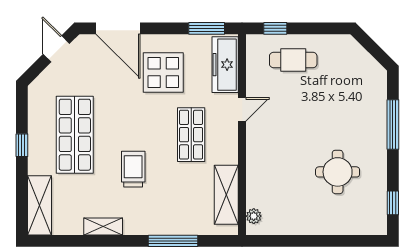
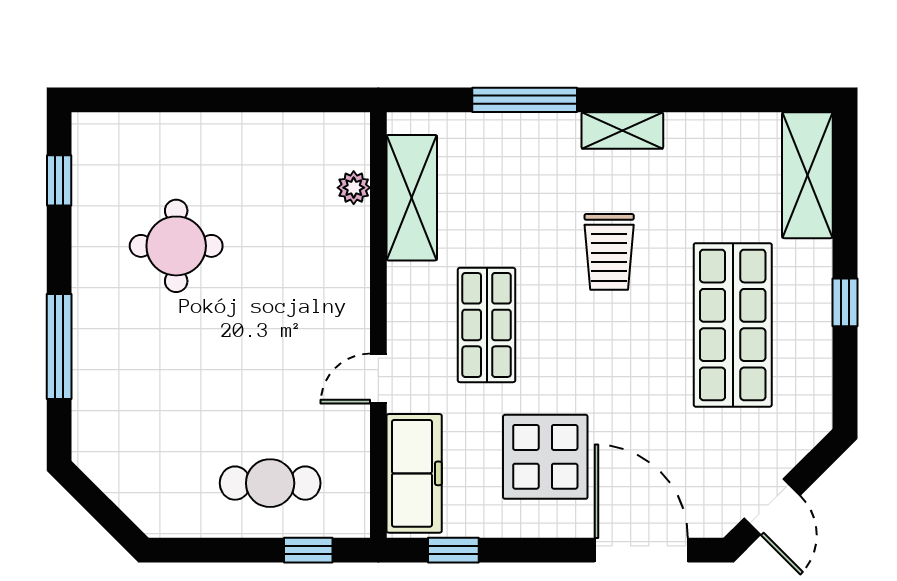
window: (207, 28) -> (453, 550), width x0.67
plant: (254, 216) -> (354, 188), moved
shelving: (103, 226) -> (622, 130), moved

